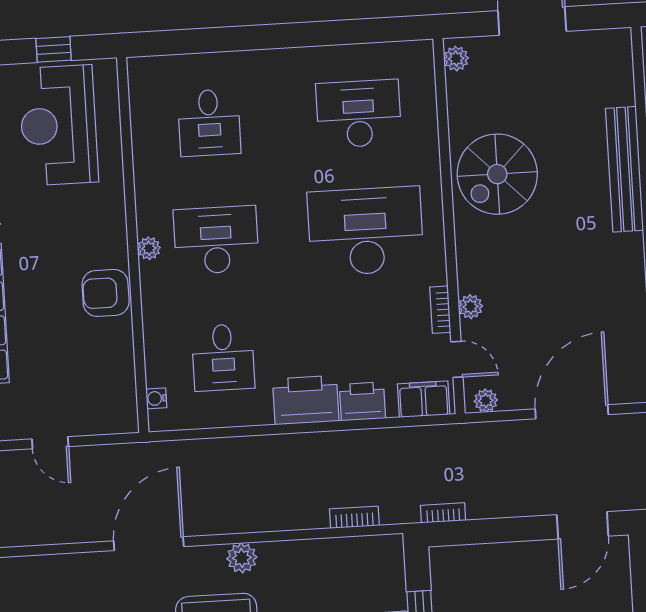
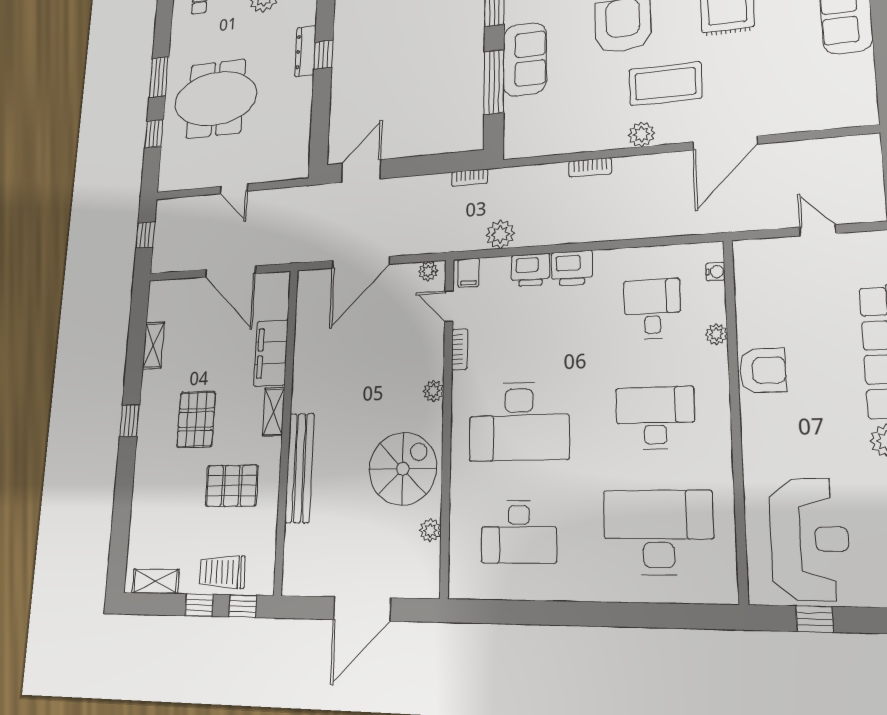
plant: (456, 59) -> (430, 530), moved
desk: (209, 123) -> (658, 532), width x1.87, depth x1.30
desk: (216, 240) -> (655, 418), turned 180
plant: (149, 248) -> (716, 334), moved
plant: (471, 307) -> (433, 391), moved
filing cabinet: (424, 399) -> (468, 273), width x0.50
printer: (306, 400) -> (572, 268), width x0.73, depth x0.84
plant: (401, 444) -> (500, 234), added
bookcase: (354, 517) -> (590, 167), moved

